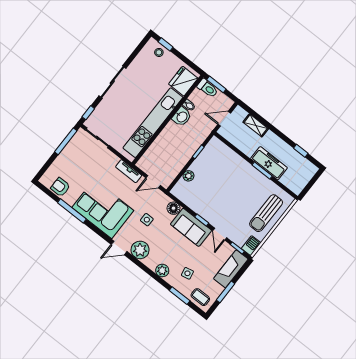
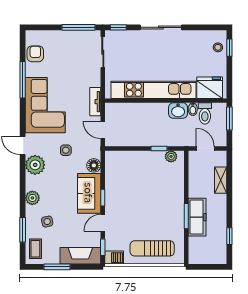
toilet: (208, 88) -> (205, 113), moved
plant: (188, 176) -> (171, 156), moved

